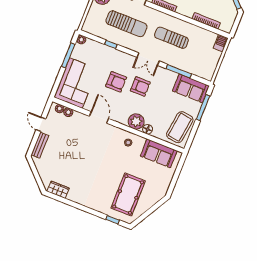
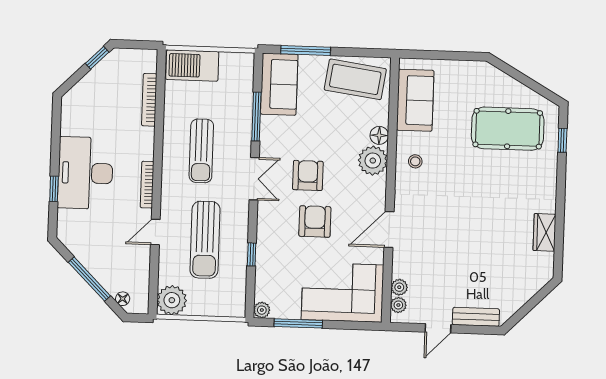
sun lounger: (126, 24) -> (205, 240), turned 180
barbecue: (221, 43) -> (192, 66), width x1.88, depth x1.53
wardrobe: (58, 190) -> (544, 232), moved

